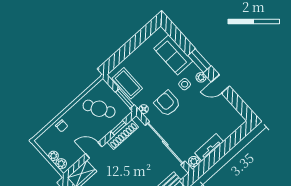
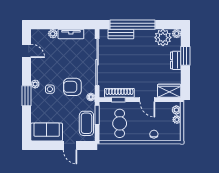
door: (124, 52) -> (70, 146), added
sofa: (173, 55) -> (47, 132), moved, turned -90
door: (220, 84) -> (27, 51), moved
armchair: (167, 103) -> (72, 87), turned 90
cafe table: (99, 109) -> (120, 123), turned 31
plant: (194, 161) -> (53, 34), moved

